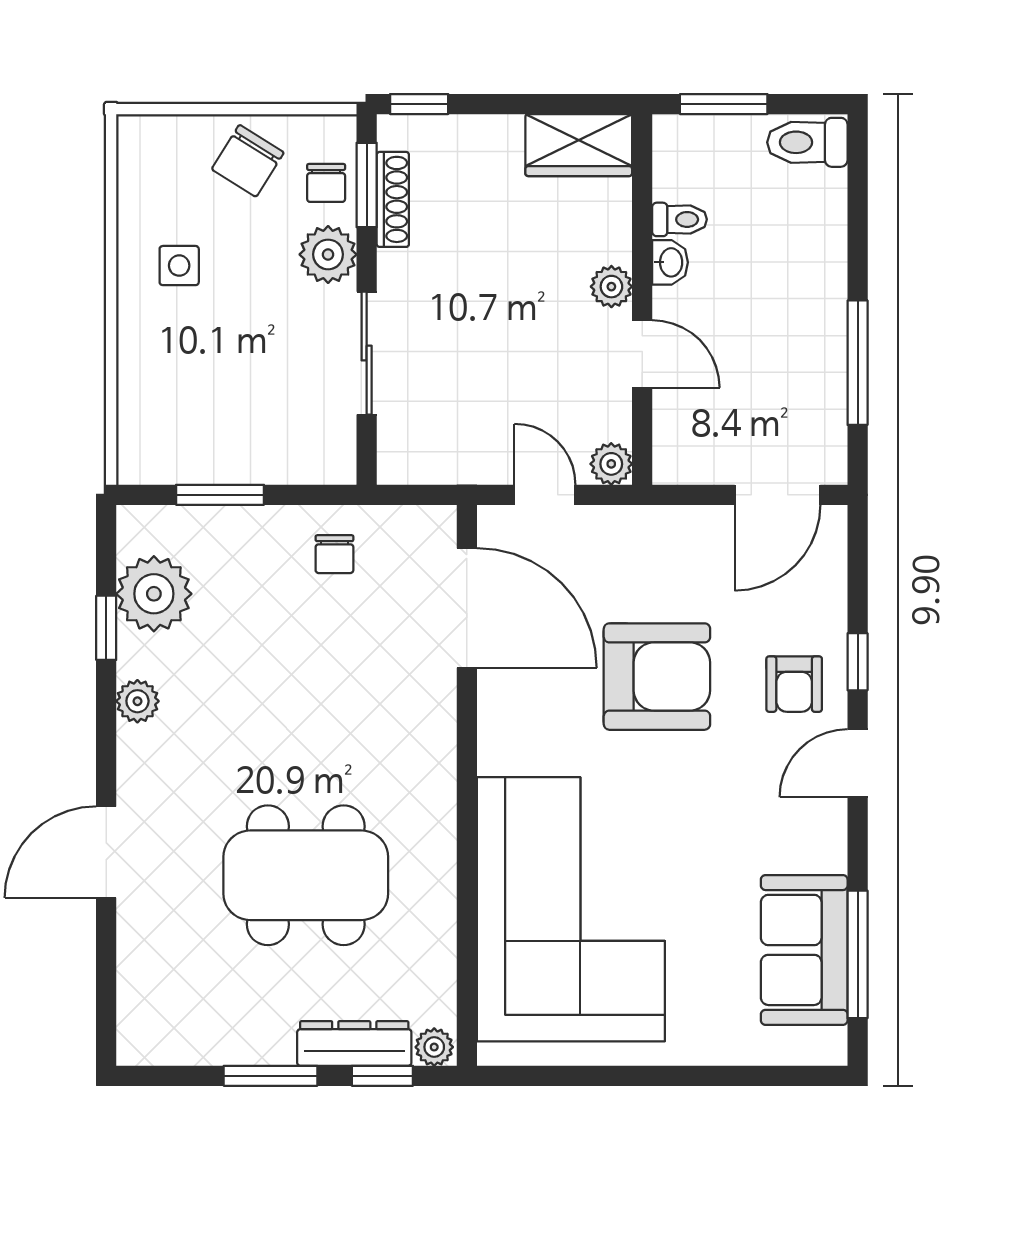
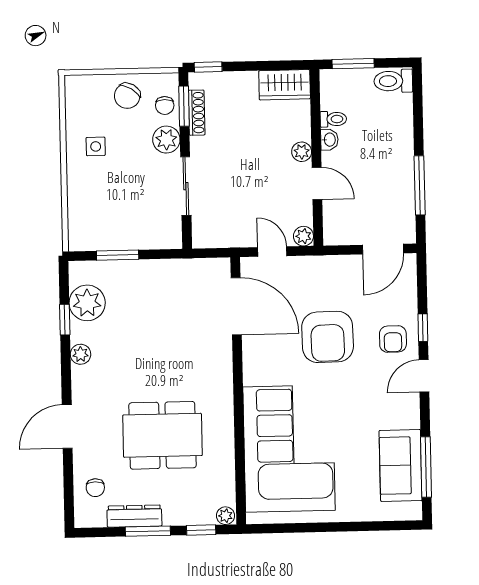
chair: (334, 554) -> (95, 488), moved
armchair: (657, 677) -> (328, 337), turned 89
dresser: (354, 1043) -> (134, 516), moved

